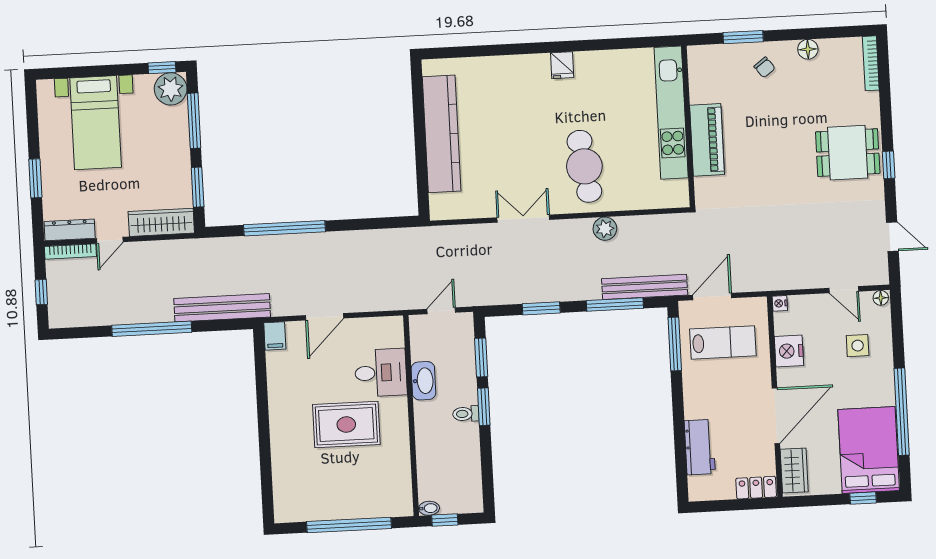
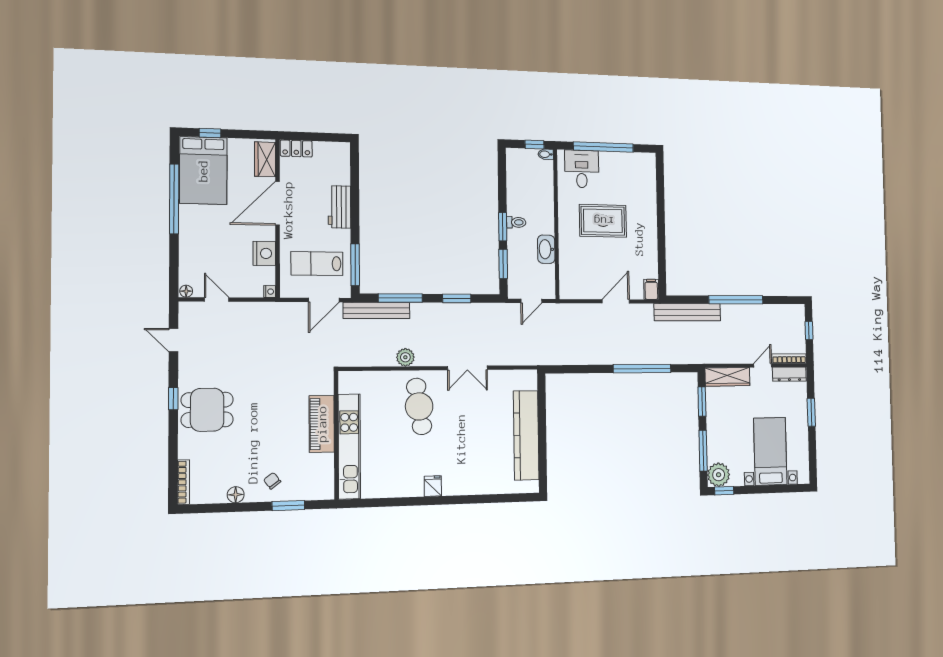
side table: (858, 346) -> (208, 254), removed
desk: (381, 373) -> (582, 169), moved, turned 90
workbench: (700, 447) -> (339, 207), moved

